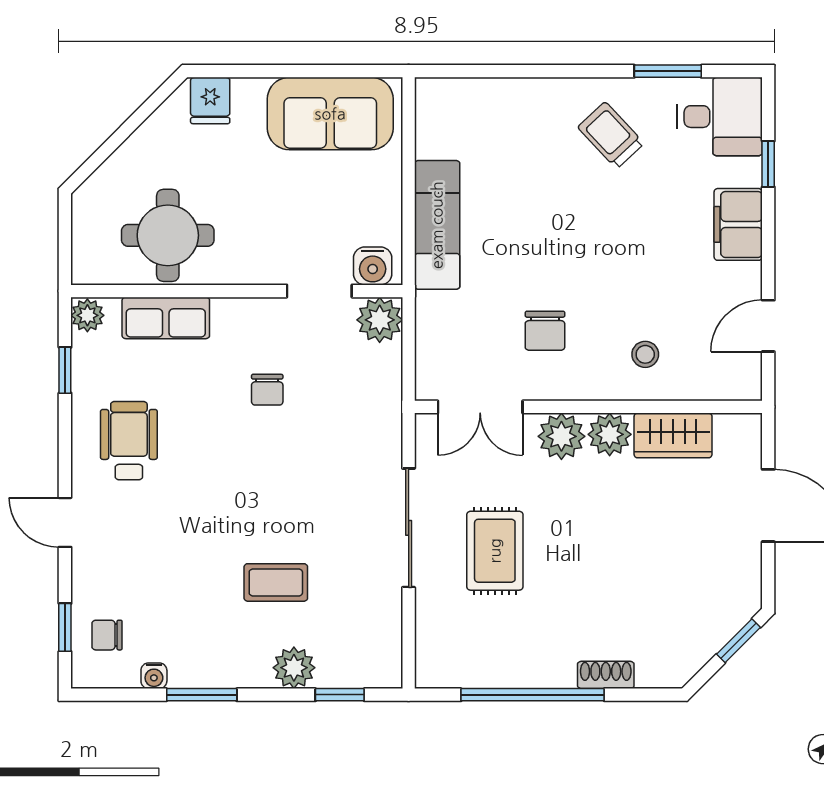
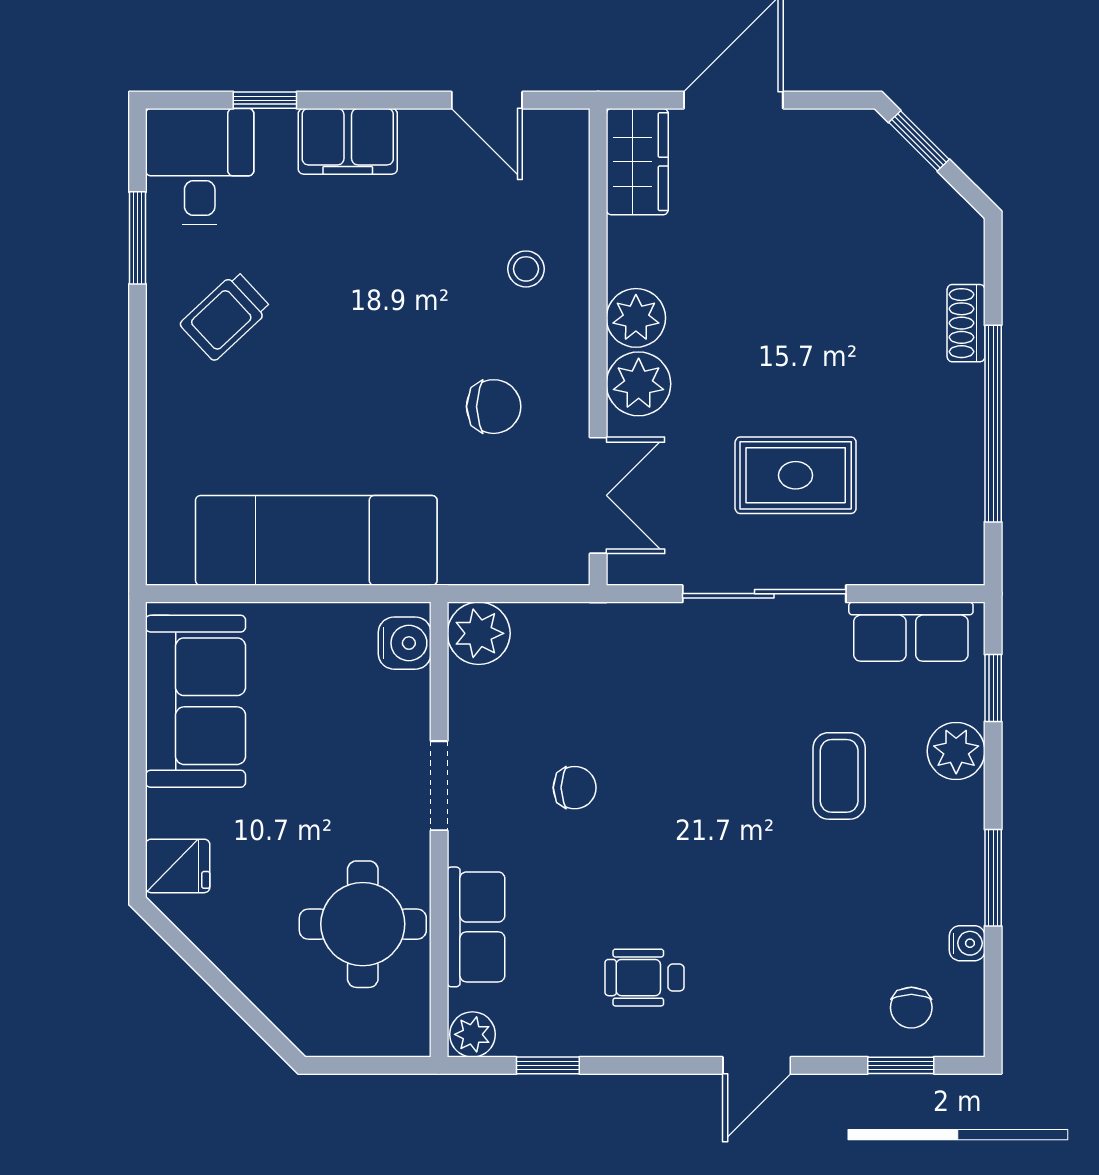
exam couch: (437, 225) -> (316, 540), width x1.36, depth x1.45
doorway: (319, 291) -> (439, 786), moved
wardrobe: (673, 435) -> (637, 162), moved
wheelchair: (129, 441) -> (645, 978), width x0.73, depth x0.73
row of seats: (381, 635) -> (911, 632), added

